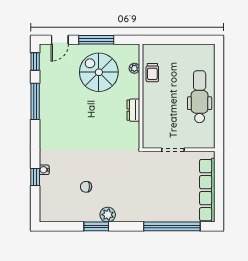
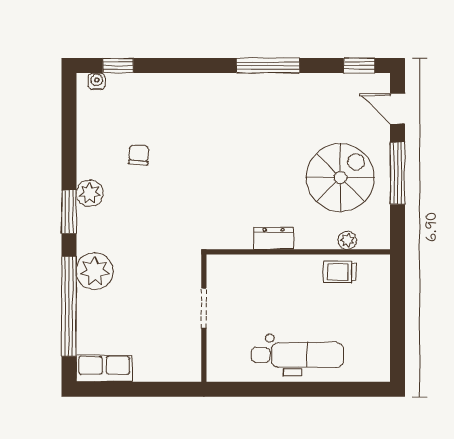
window: (35, 101) -> (268, 66), moved
water cooler: (44, 170) -> (97, 81), moved
window: (35, 177) -> (118, 66), moved
row of seats: (207, 190) -> (104, 369), width x0.50
plant: (152, 212) -> (95, 271), added
window: (96, 226) -> (69, 212), moved

